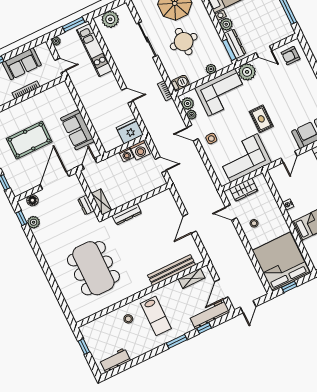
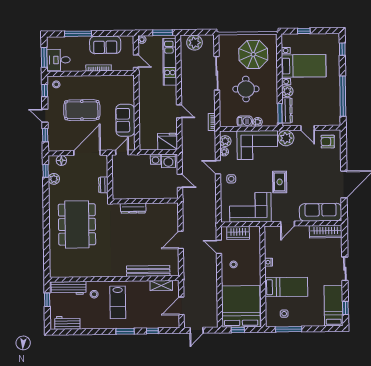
barbecue: (180, 83) -> (245, 121), moved
shelving: (101, 202) -> (117, 188), removed
dining table: (93, 268) -> (77, 224), moved
workbench: (209, 314) -> (69, 288), moved, turned 180

